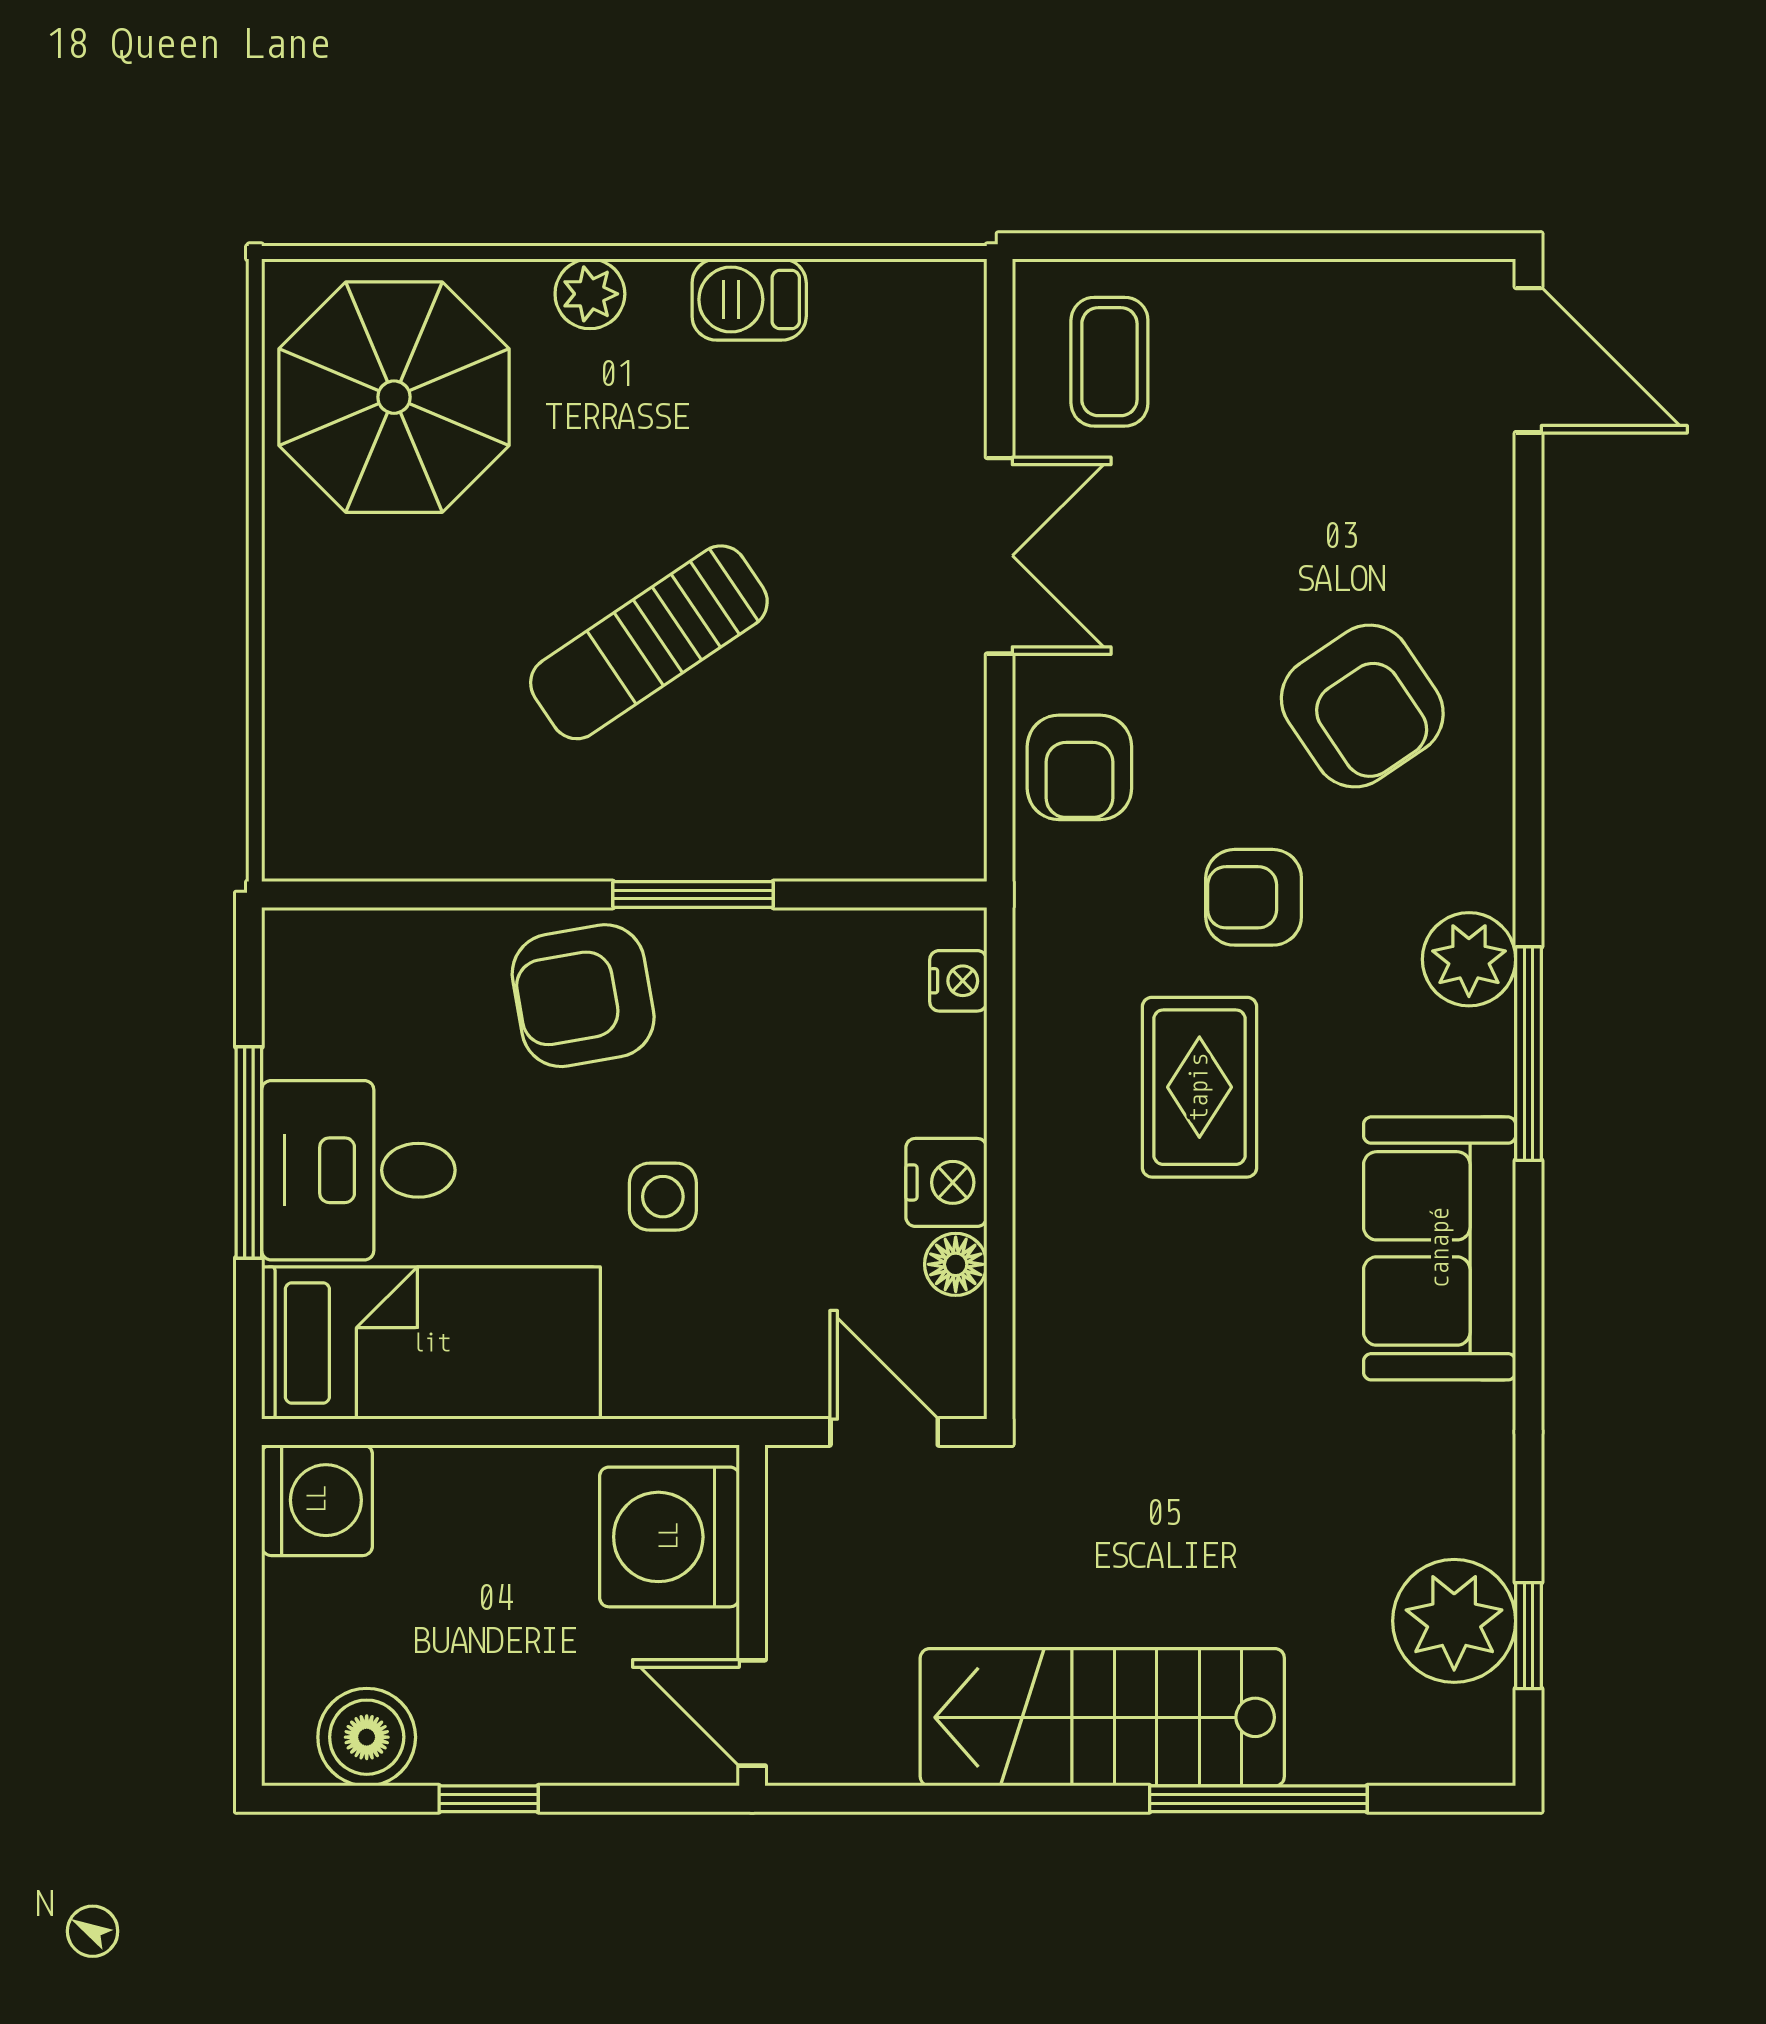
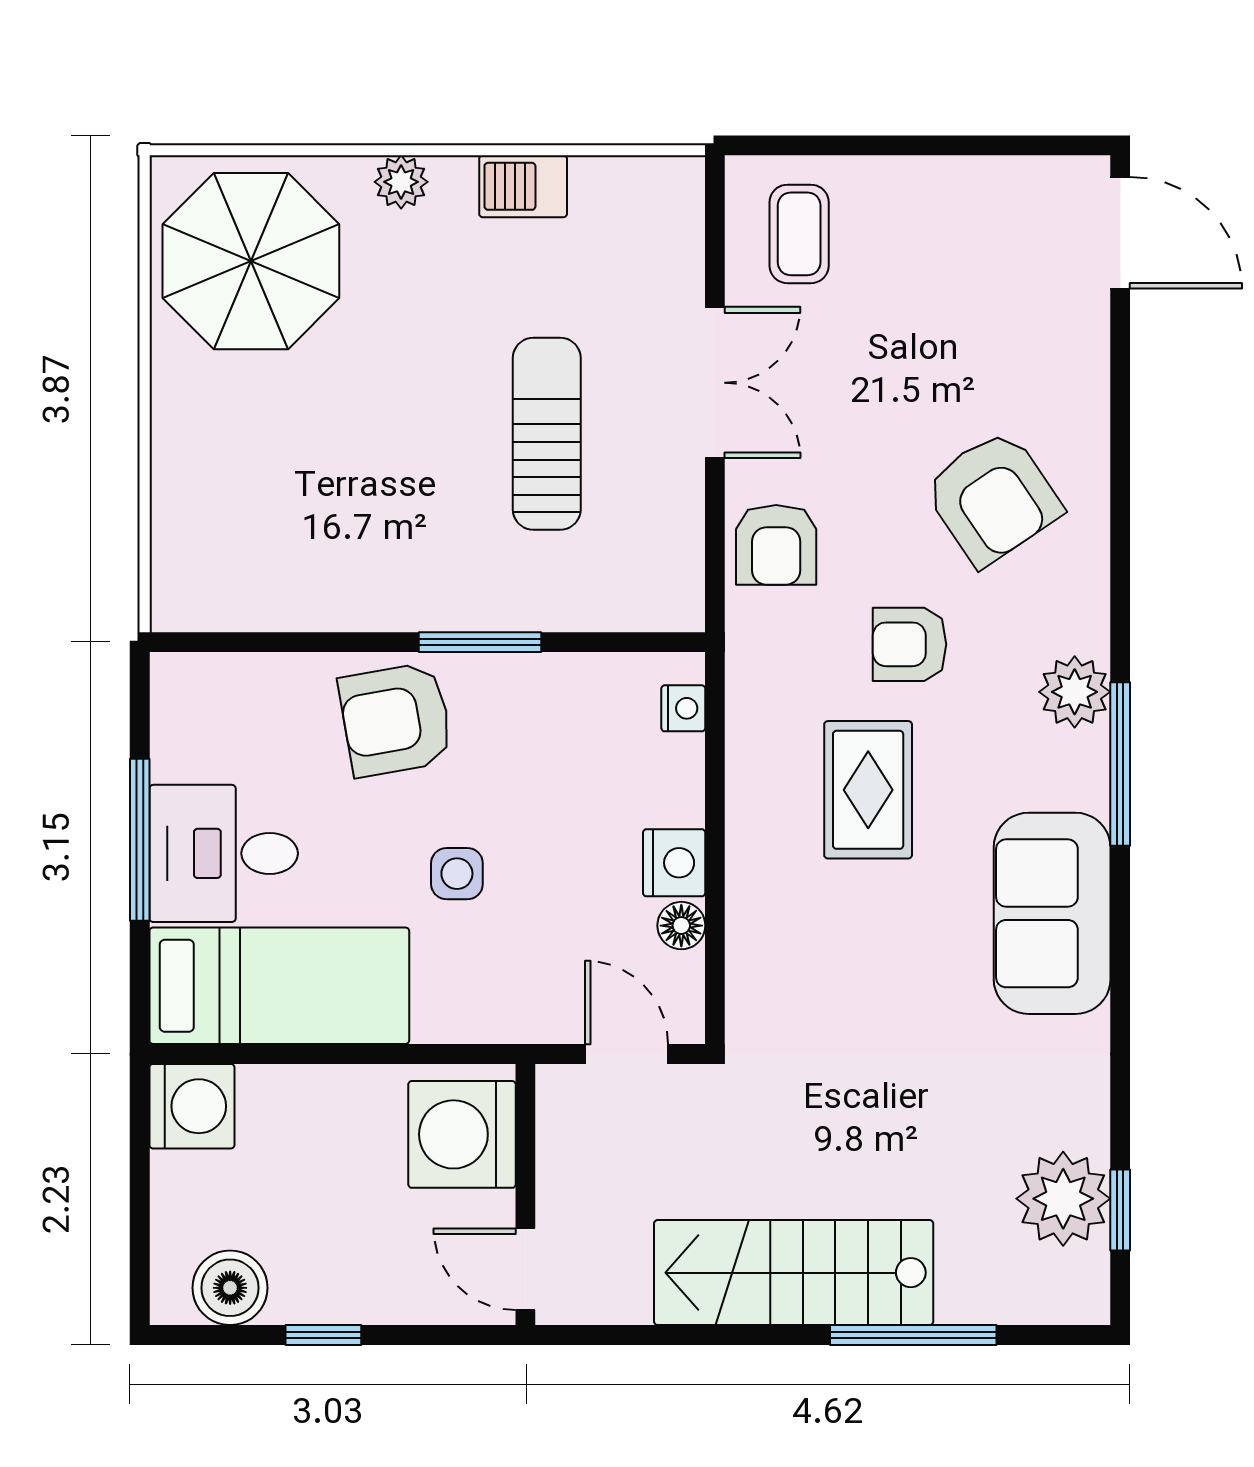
sun lounger: (649, 642) -> (547, 434), moved, turned 124

